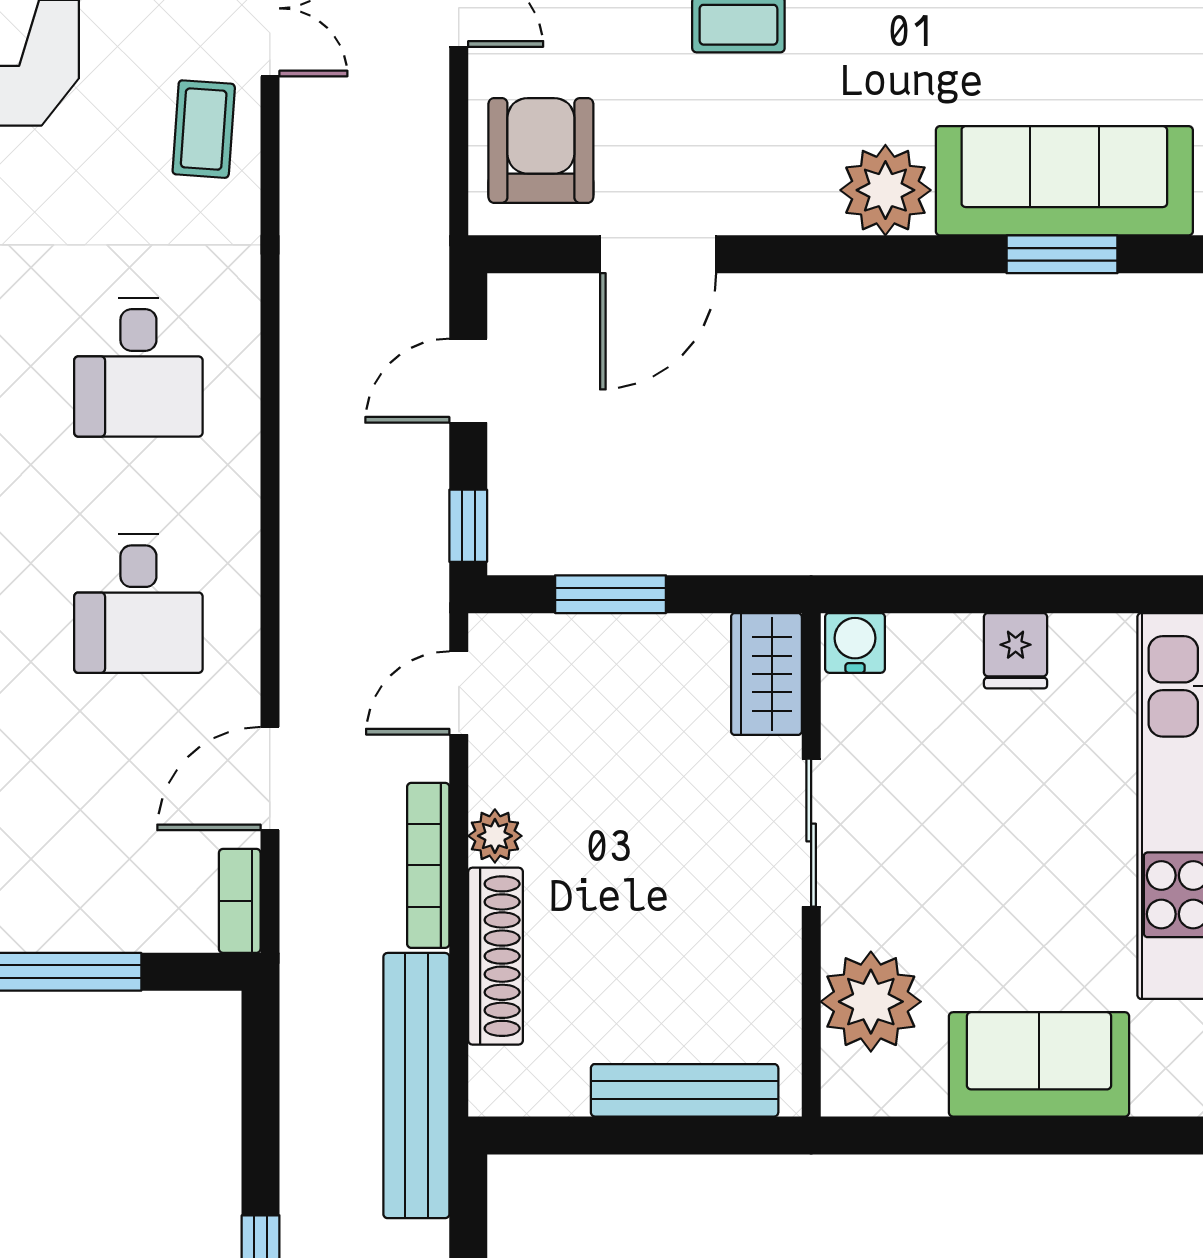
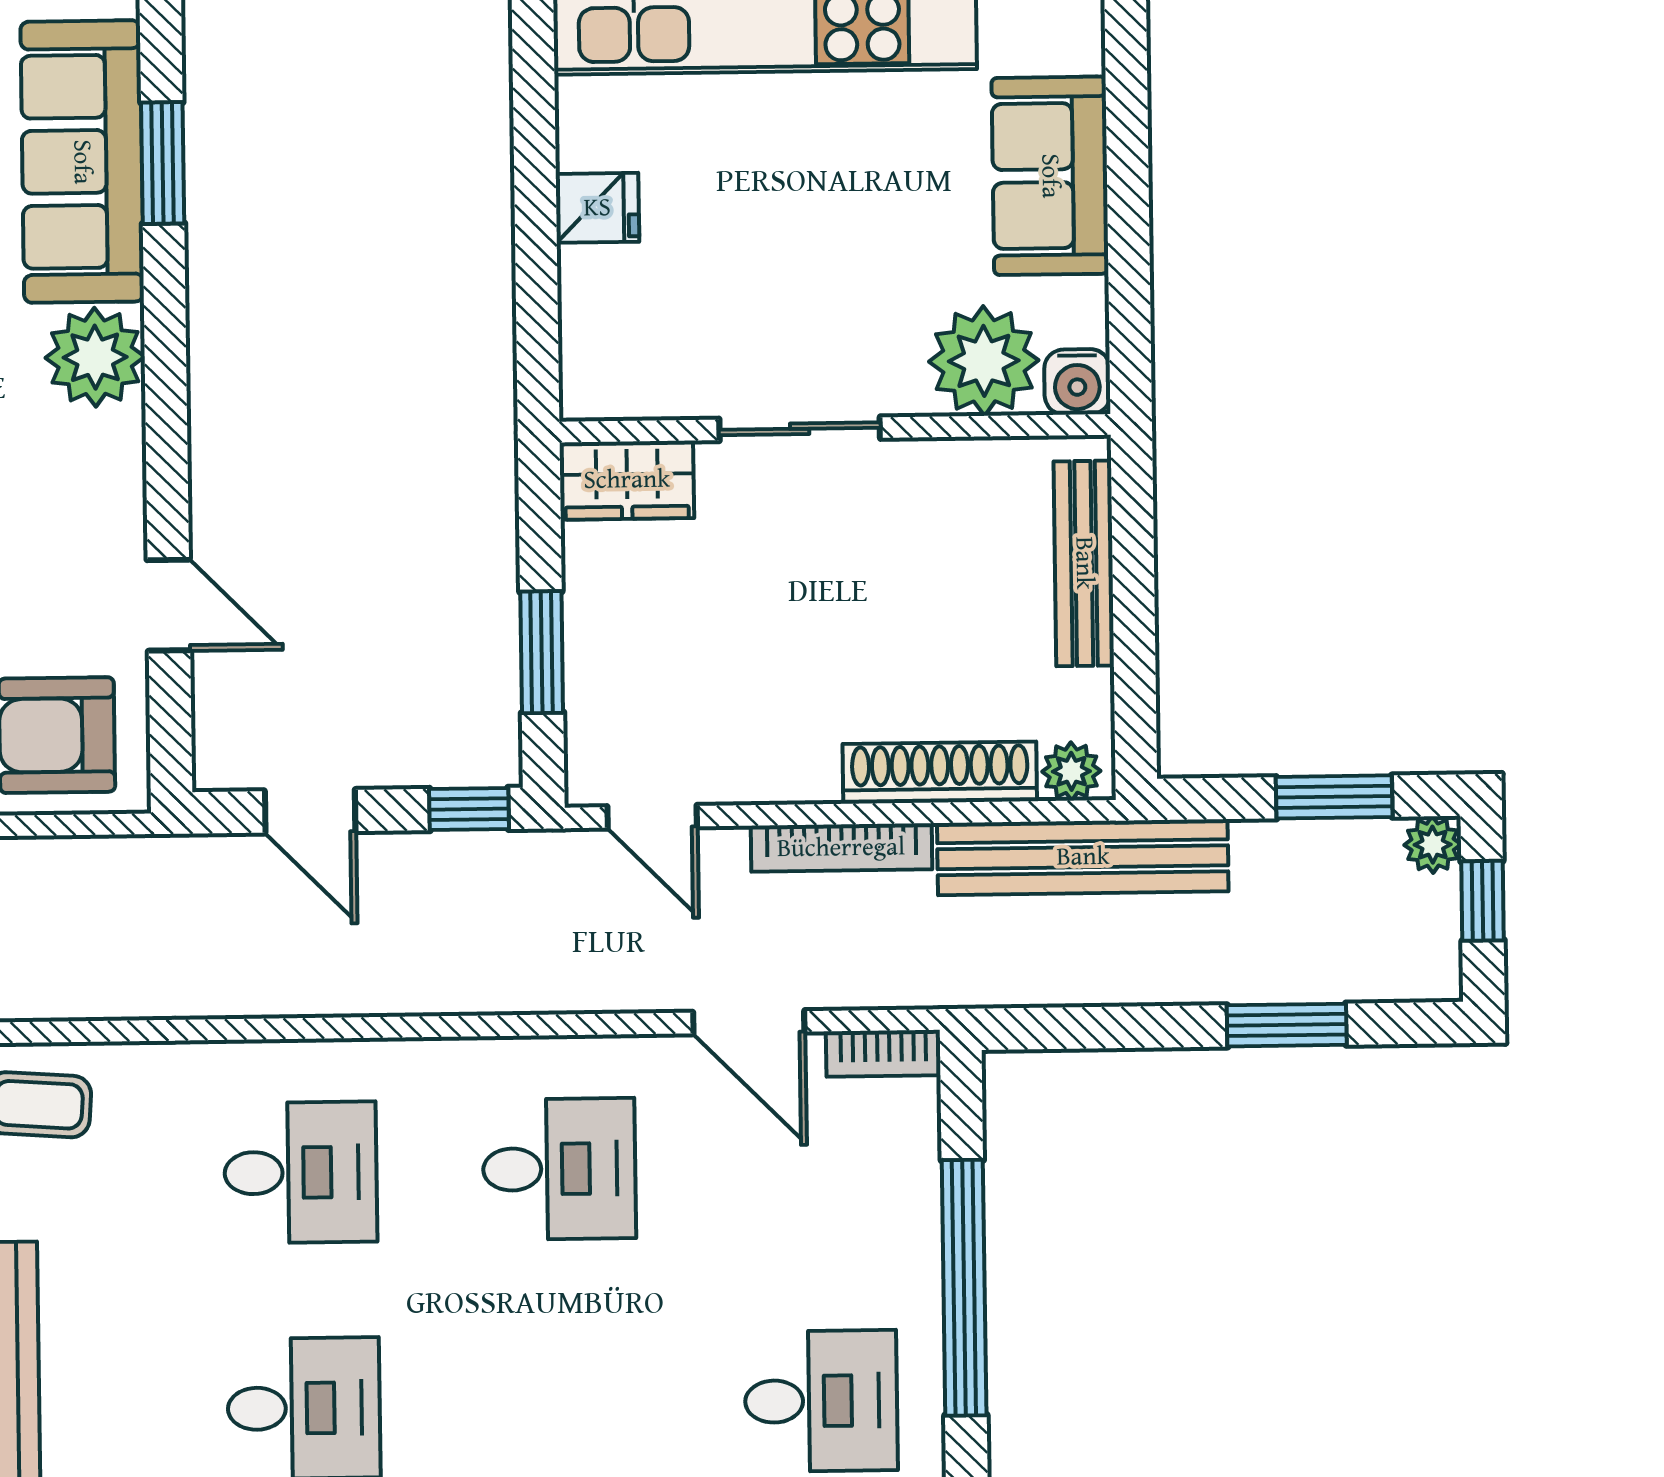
door: (658, 254) -> (169, 605), width x0.73
water cooler: (855, 643) -> (1077, 382), moved, turned -90
plant: (495, 836) -> (1071, 771), moved

